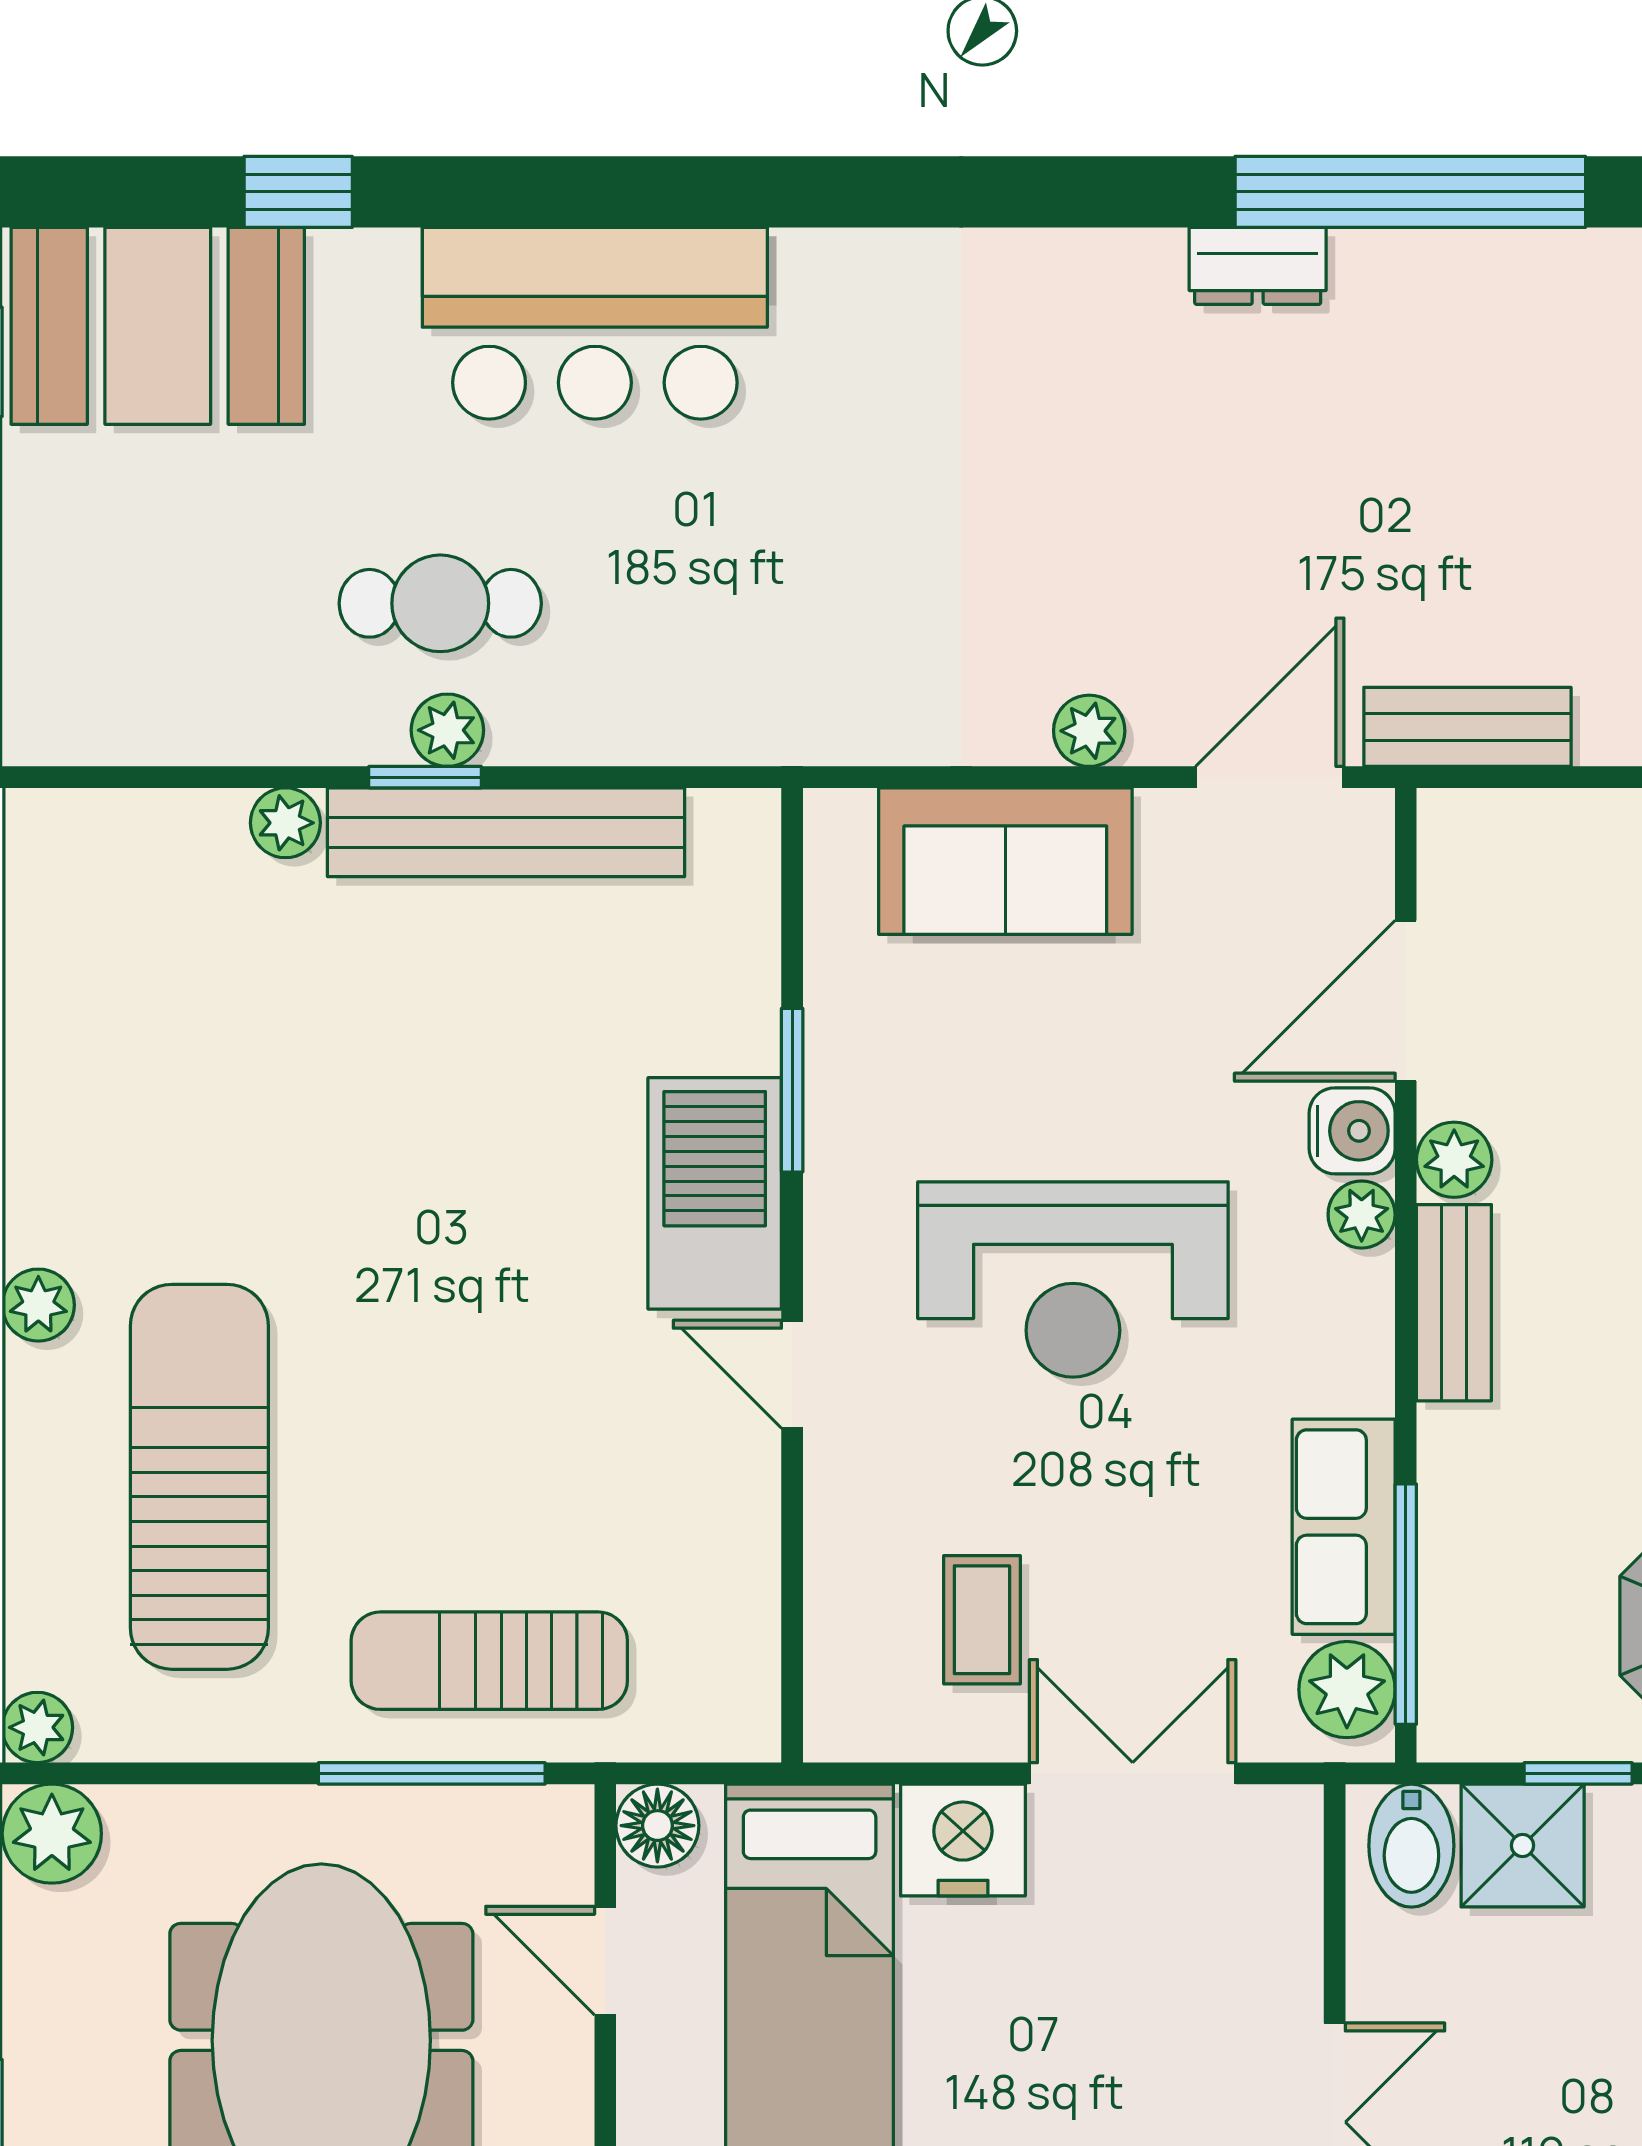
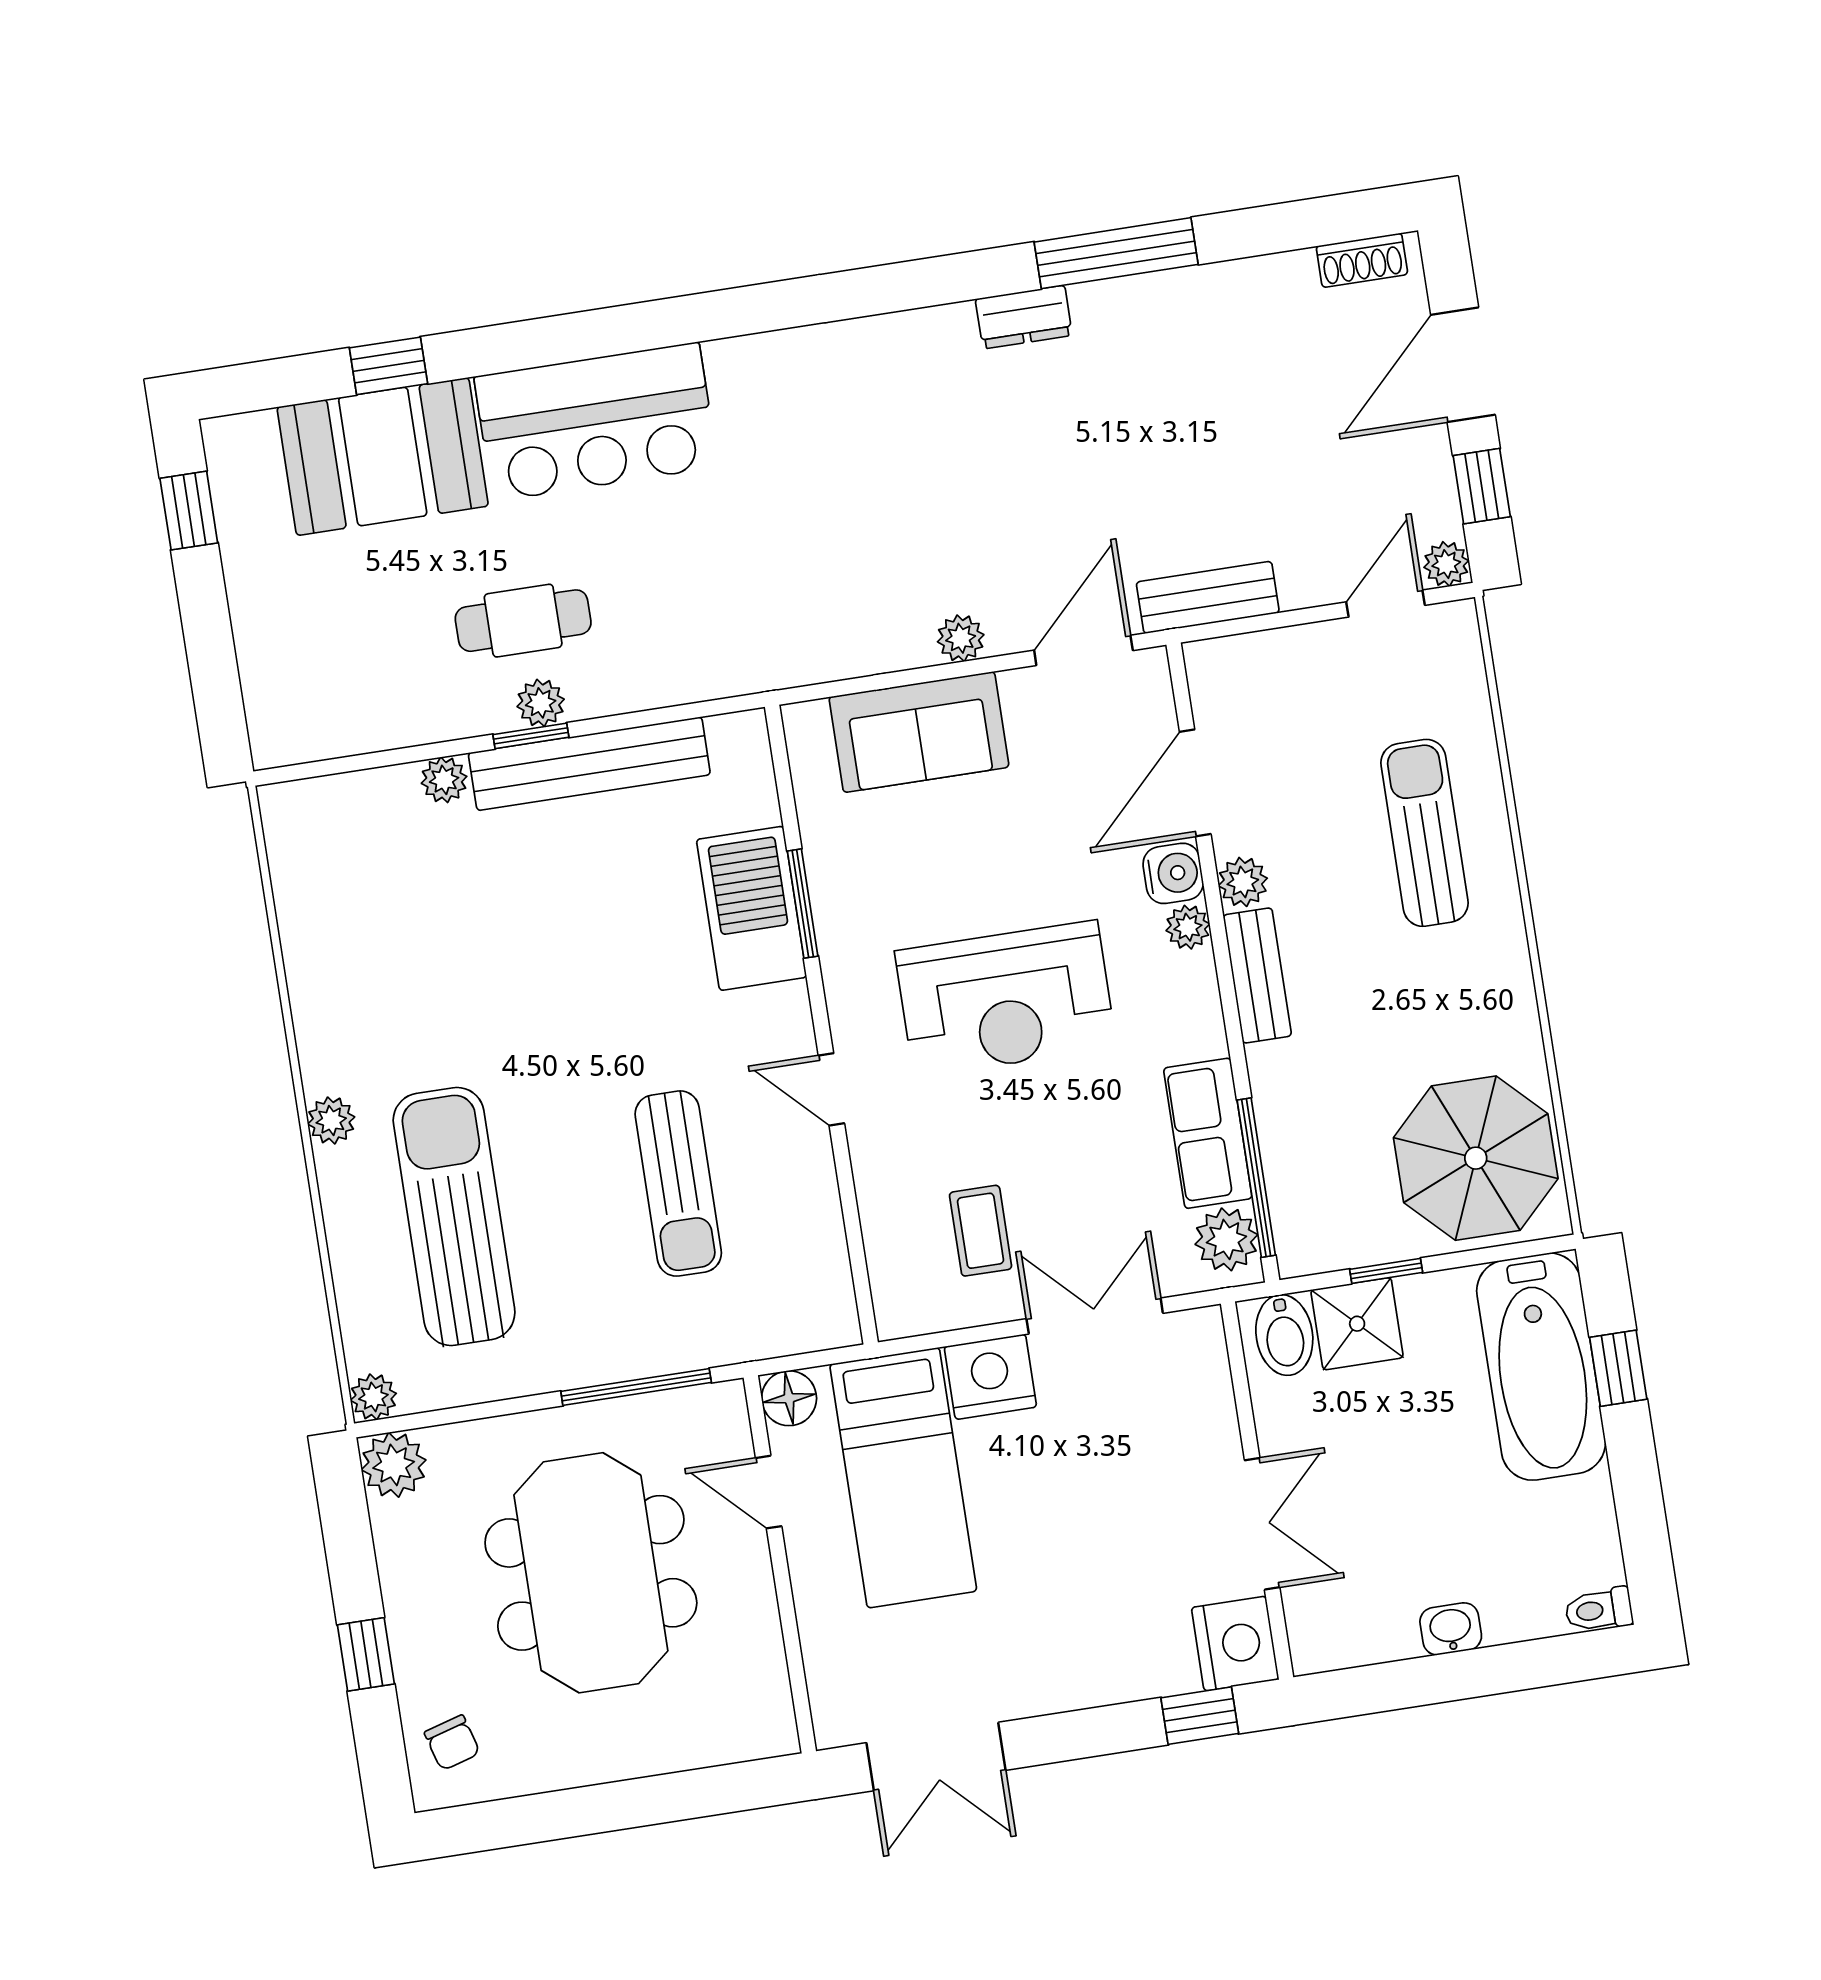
window: (1410, 192) -> (1116, 253), width x0.68
booth: (158, 326) -> (383, 456), moved
barbecue: (715, 1193) -> (752, 908), moved
sun lounger: (489, 1661) -> (678, 1184), moved, turned -90

